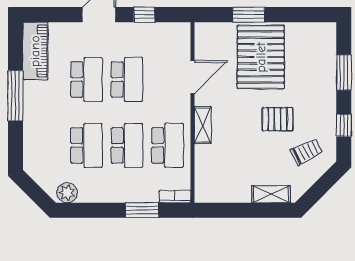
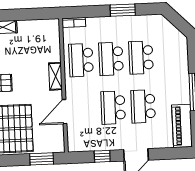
window: (249, 15) -> (42, 159), moved
plant: (67, 193) -> (154, 22), removed
window: (142, 210) -> (123, 10), moved

